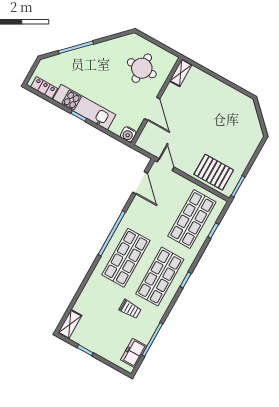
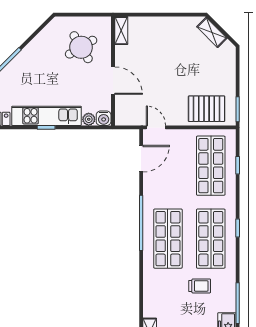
round table: (142, 68) -> (81, 47), turned -31
shelving: (252, 114) -> (212, 32), added
plant: (116, 128) -> (89, 119), added
door: (140, 183) -> (141, 159), hinge flipped

